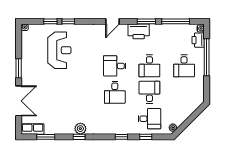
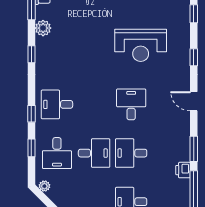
window: (68, 21) -> (194, 57), moved
printer: (139, 31) -> (183, 170), moved, width x0.53, depth x0.68
reception desk: (59, 50) -> (141, 45), moved
desk: (115, 92) -> (57, 104), moved
plant: (80, 129) -> (43, 28), moved

